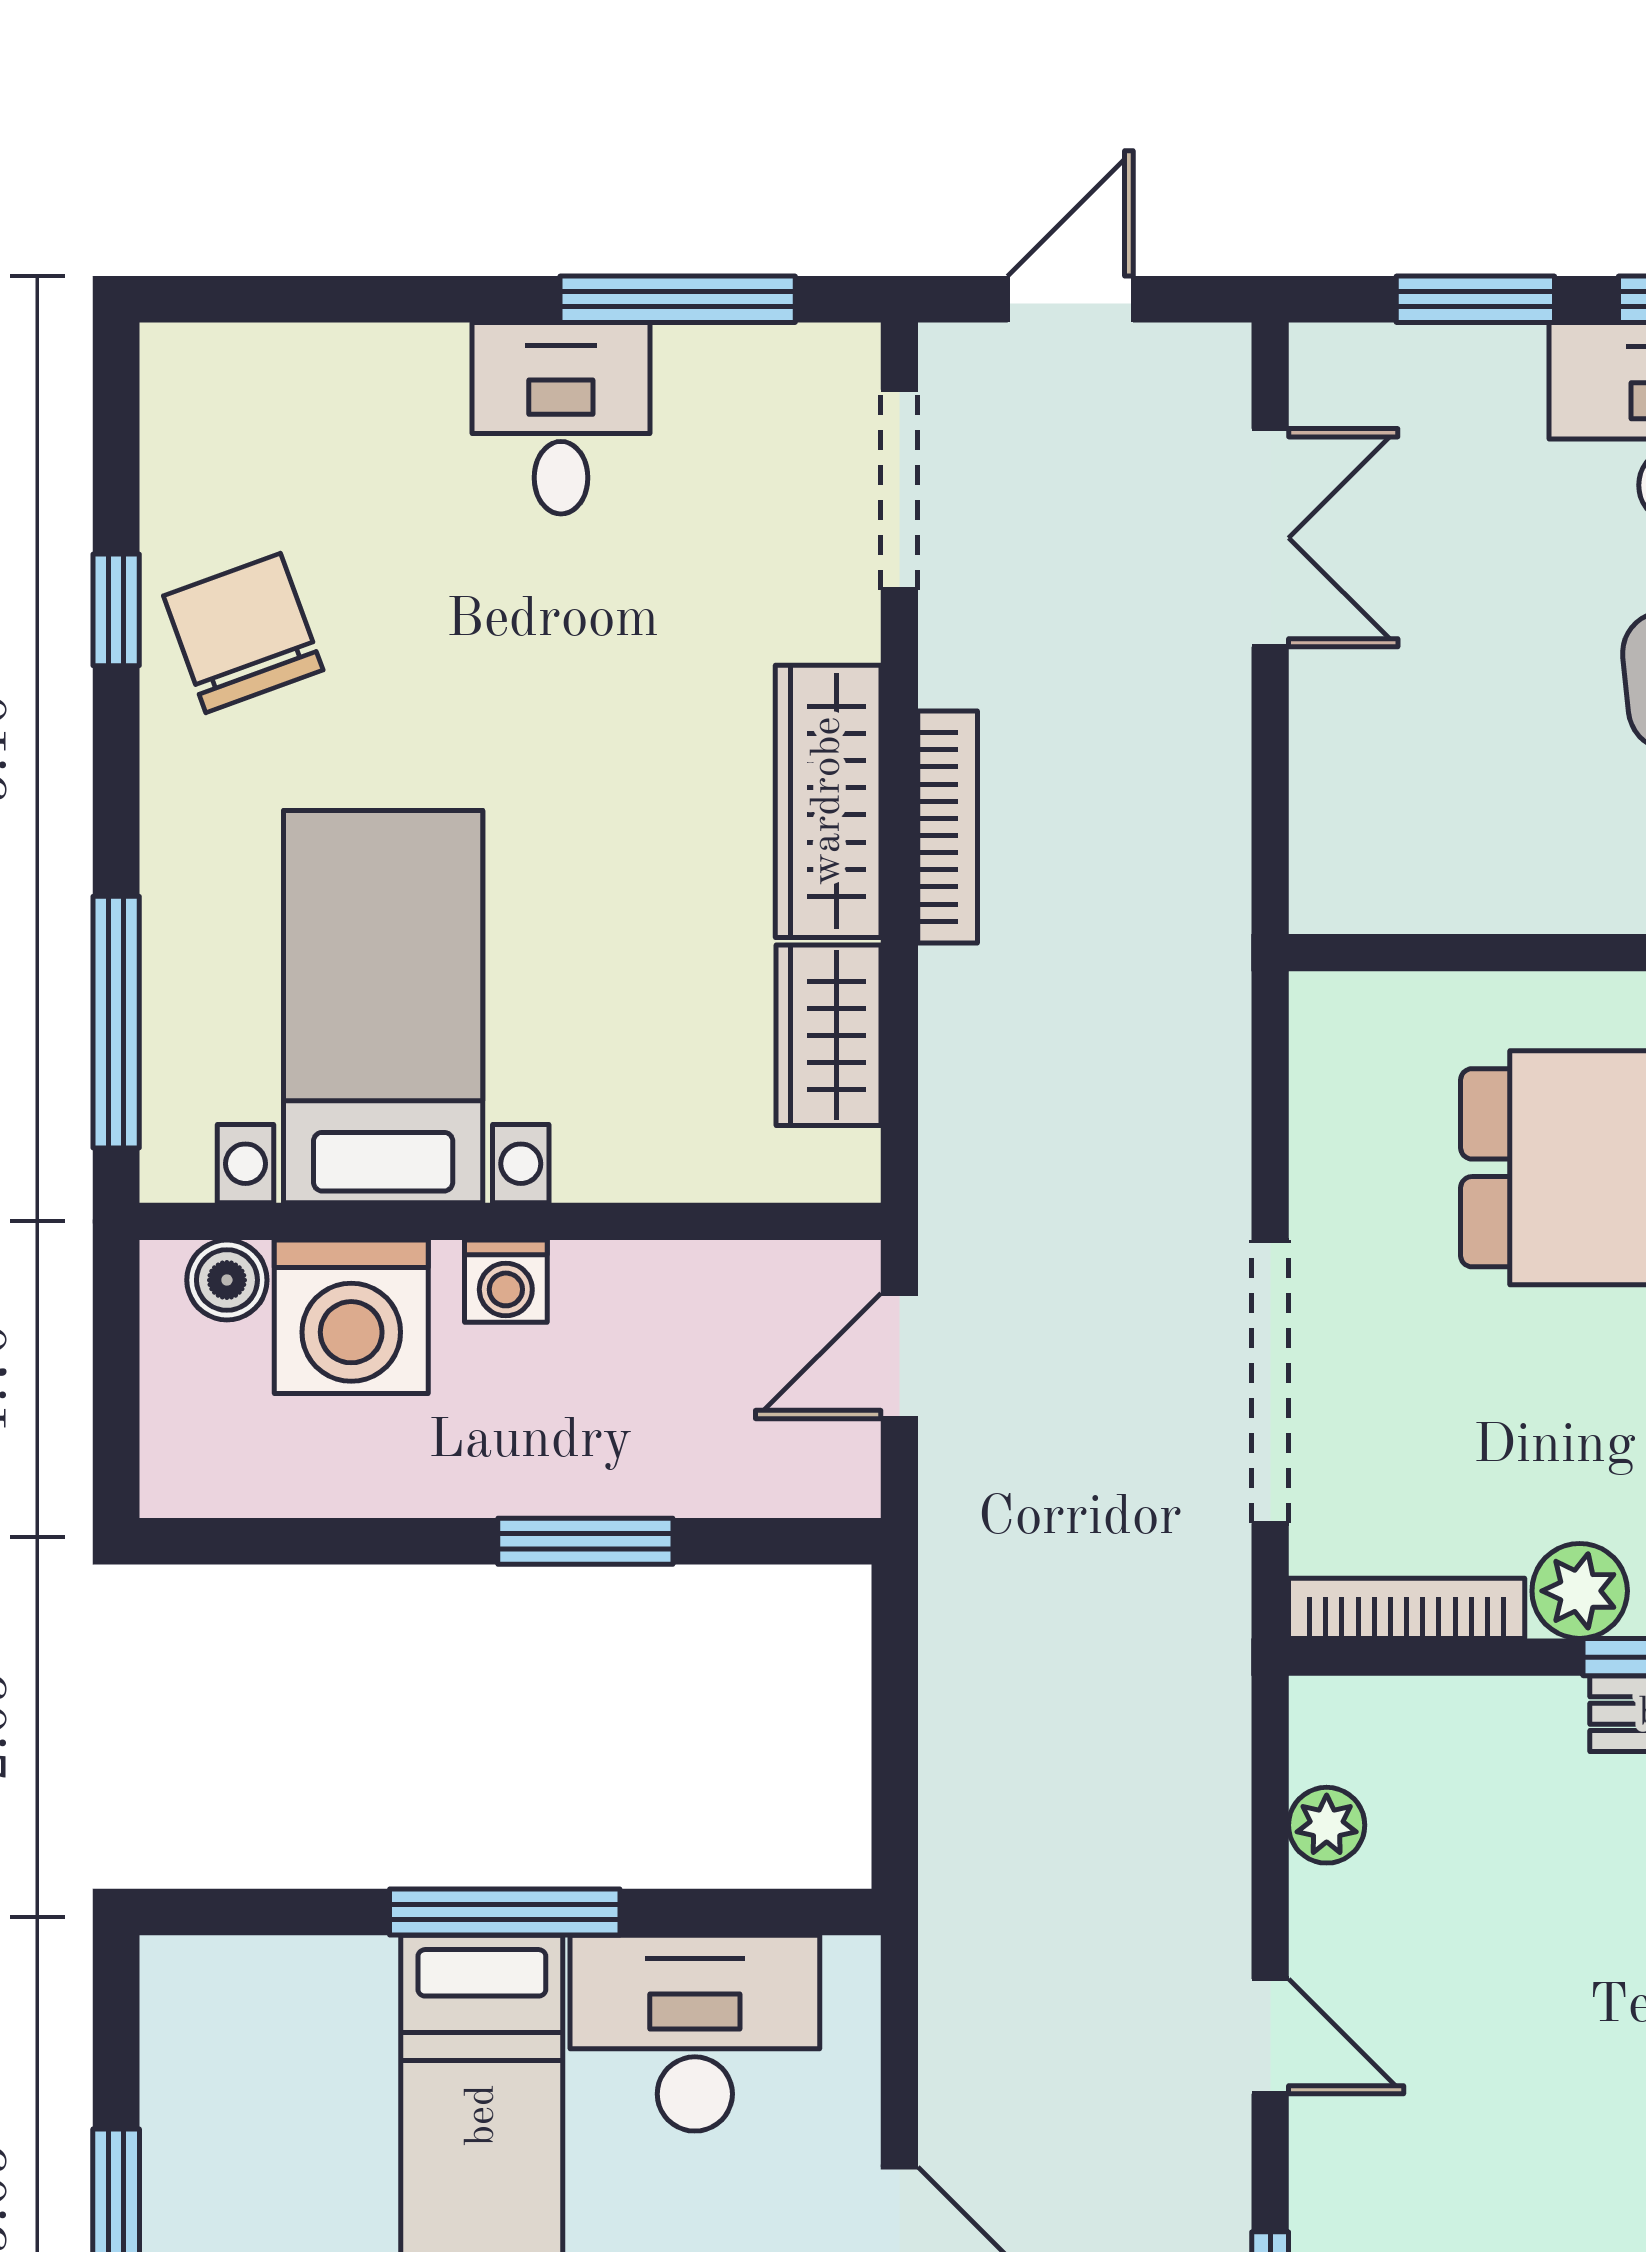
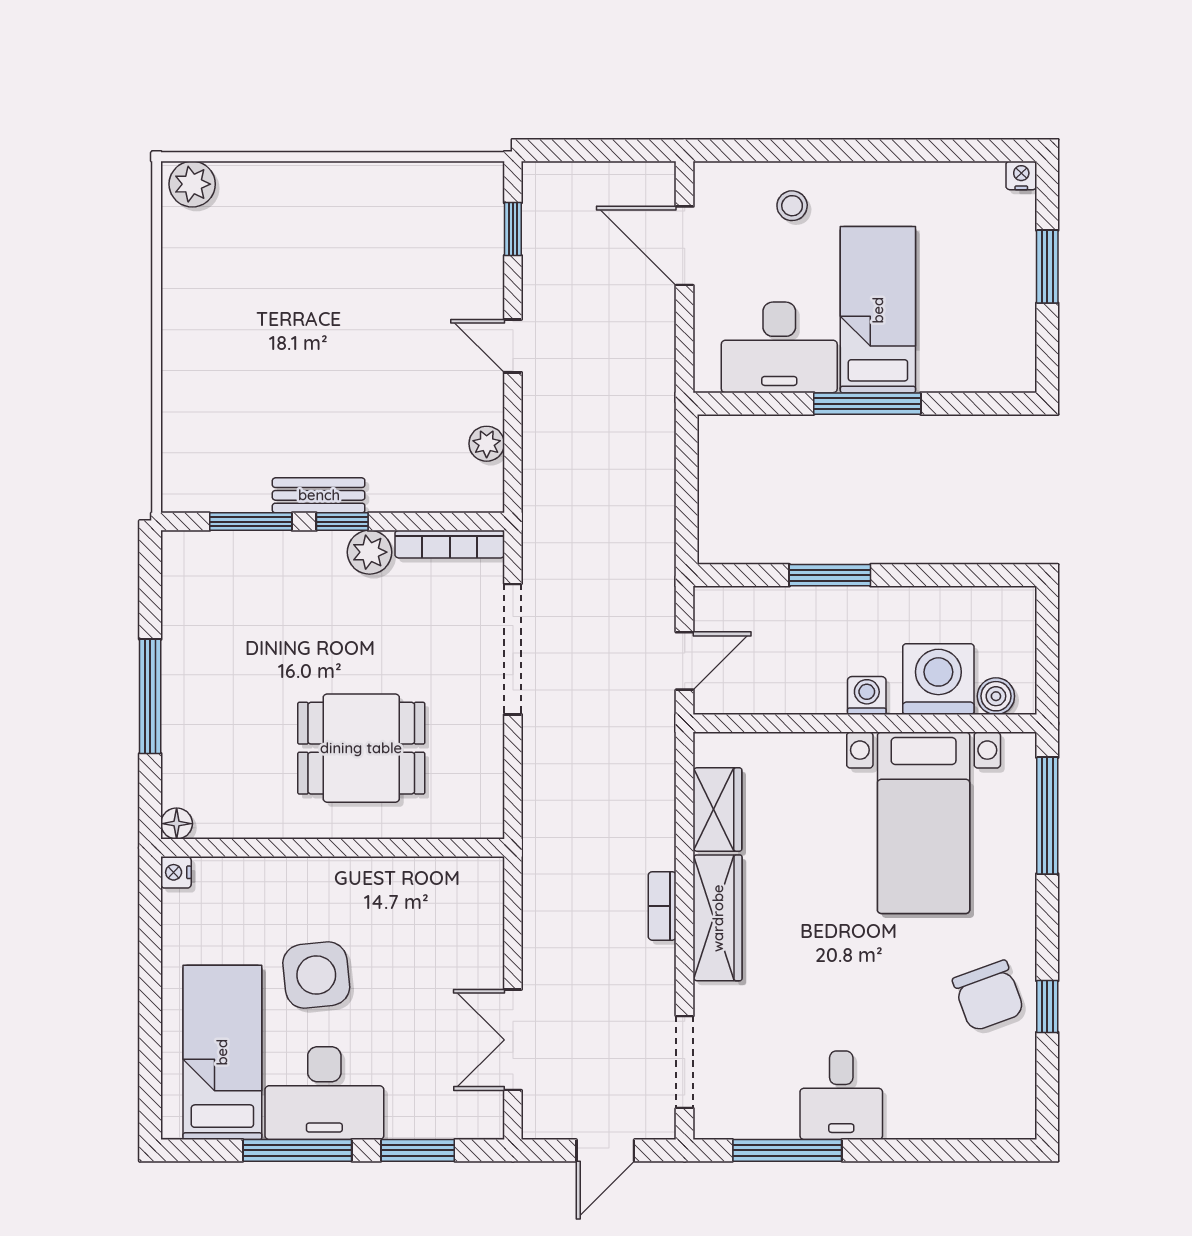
bookcase: (948, 827) -> (662, 906), width x0.64

